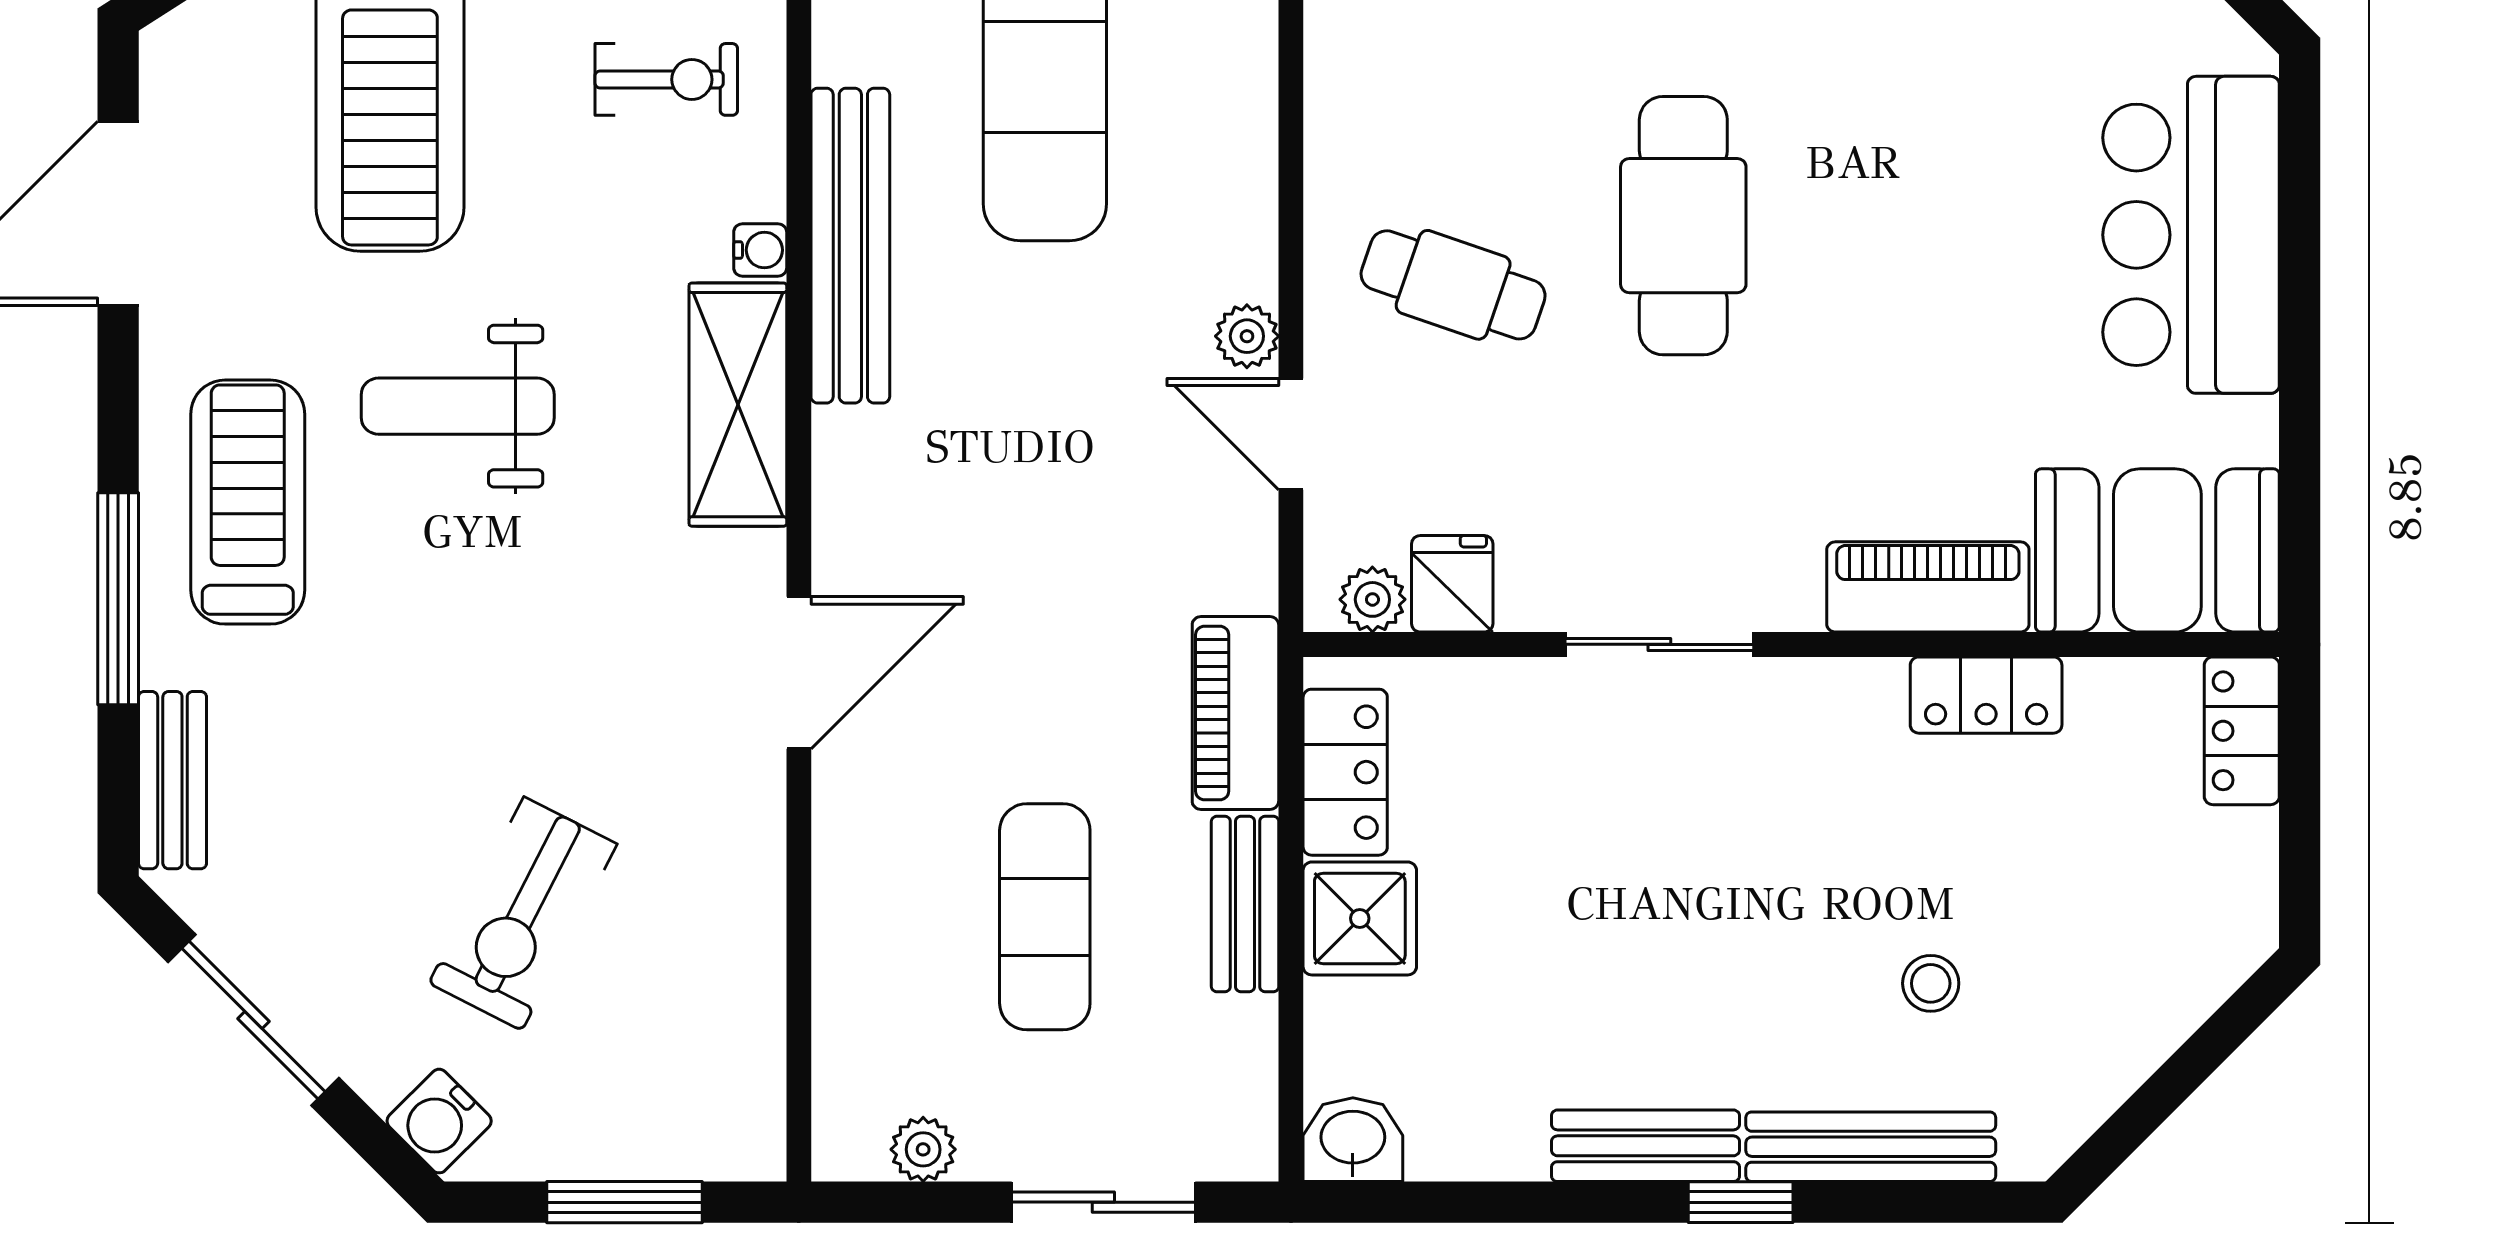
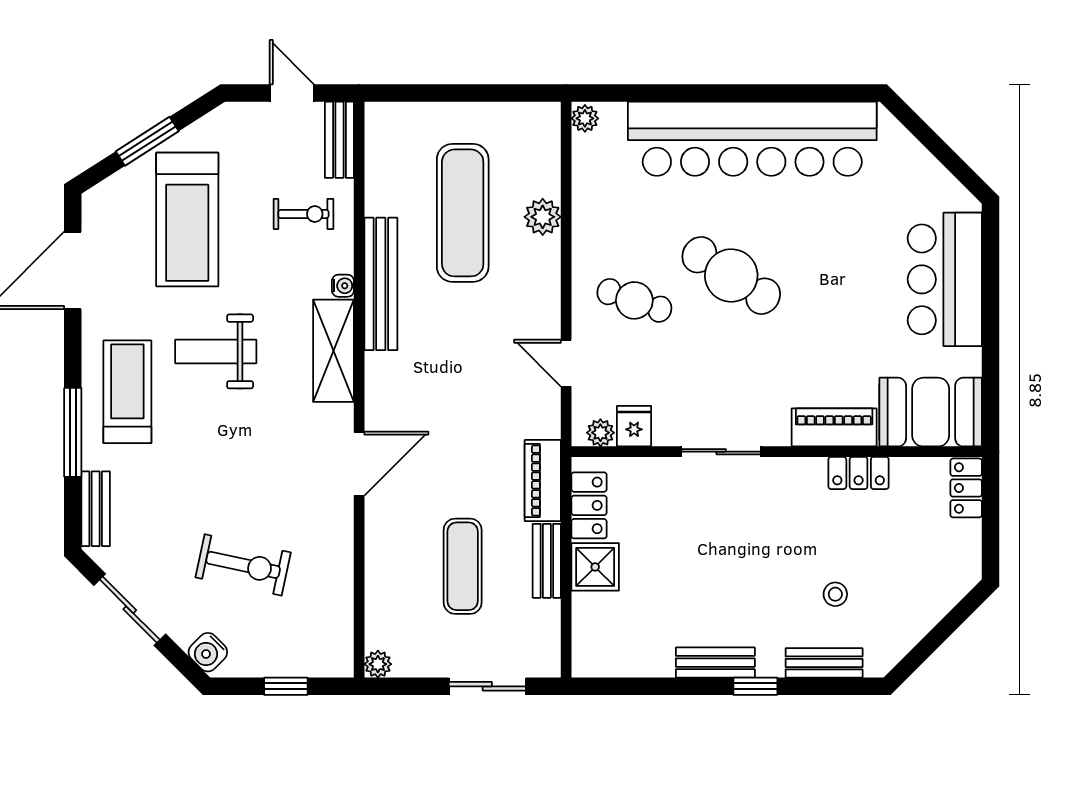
cafe table: (1683, 226) -> (731, 275), turned -57
plant: (1247, 336) -> (543, 217), moved, width x1.38, depth x1.38
exercise bike: (523, 914) -> (243, 565), turned -105
washbasin: (1353, 1140) -> (592, 660), removed
bench: (1871, 1147) -> (824, 663), width x0.73
plant: (923, 1149) -> (378, 664), moved
window: (624, 1202) -> (286, 686), width x0.67

